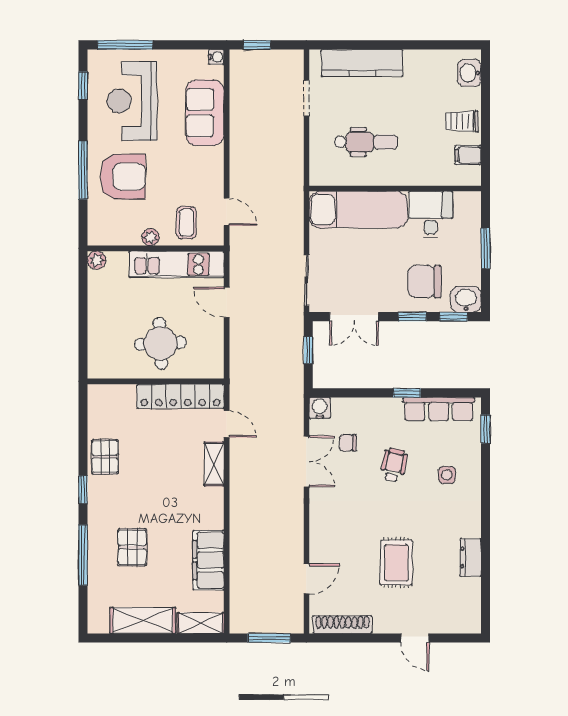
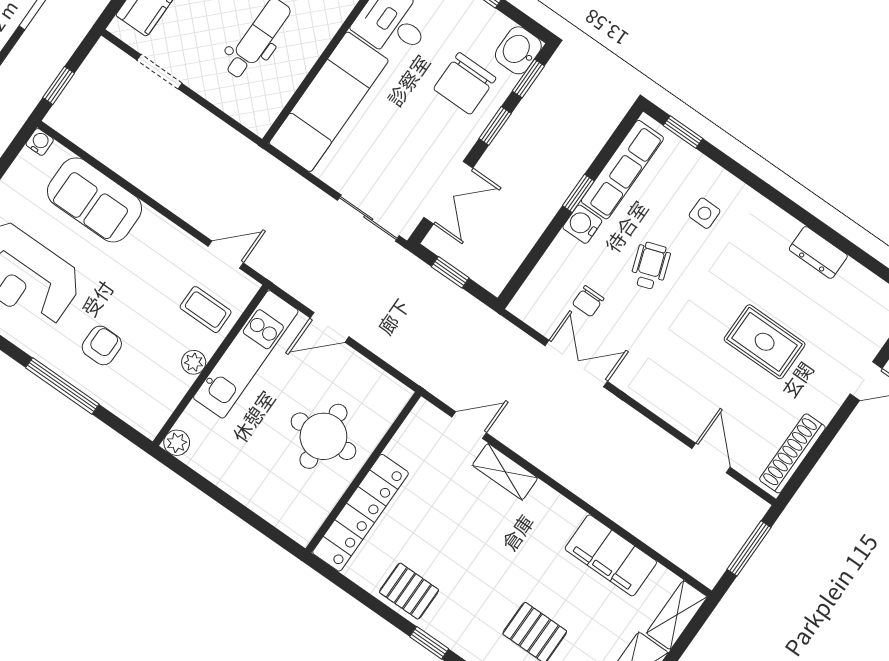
armchair: (123, 177) -> (102, 345), width x0.53, depth x0.53
locker: (181, 396) -> (360, 513), moved
water cooler: (320, 408) -> (582, 224), moved
wheelchair: (394, 465) -> (650, 266), turned 59

